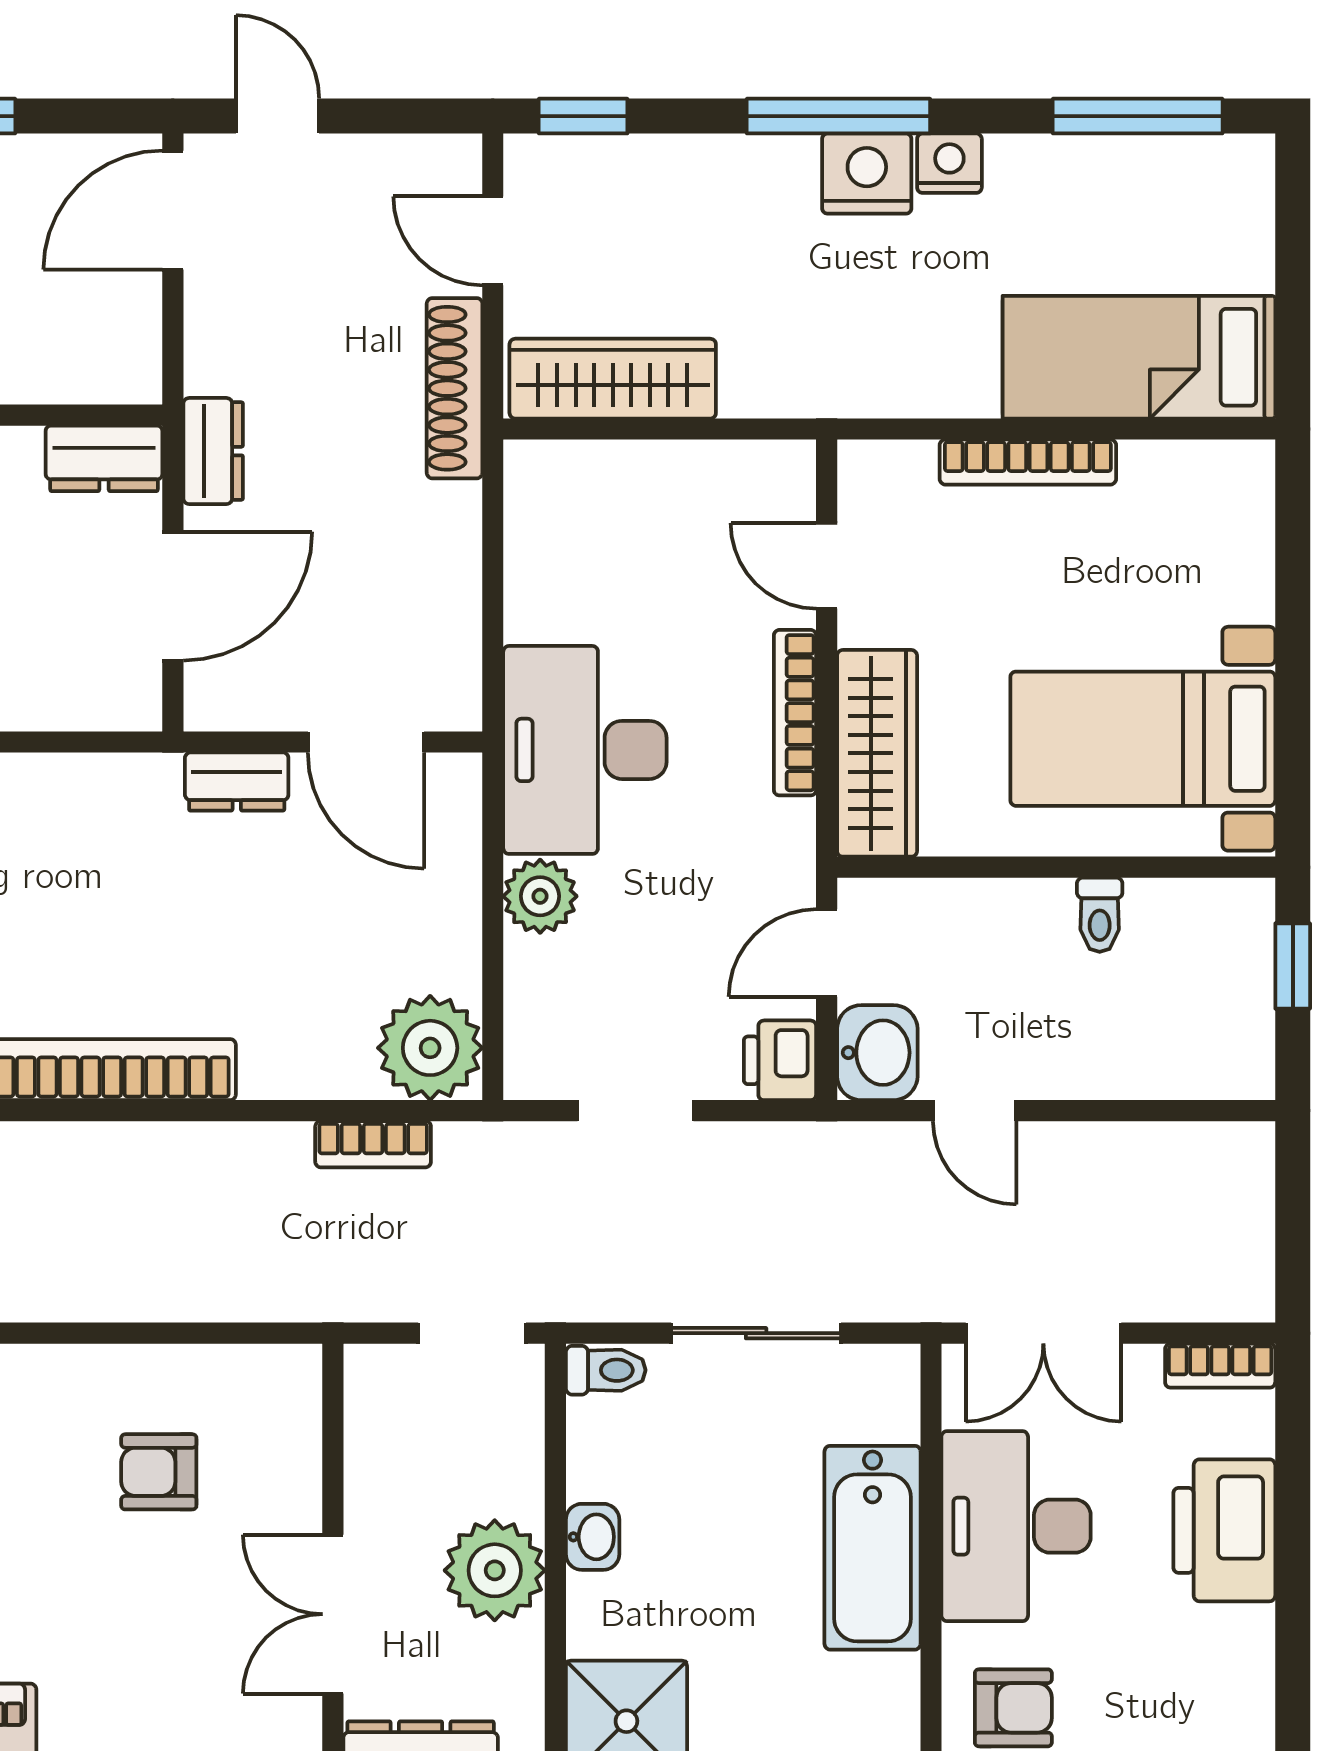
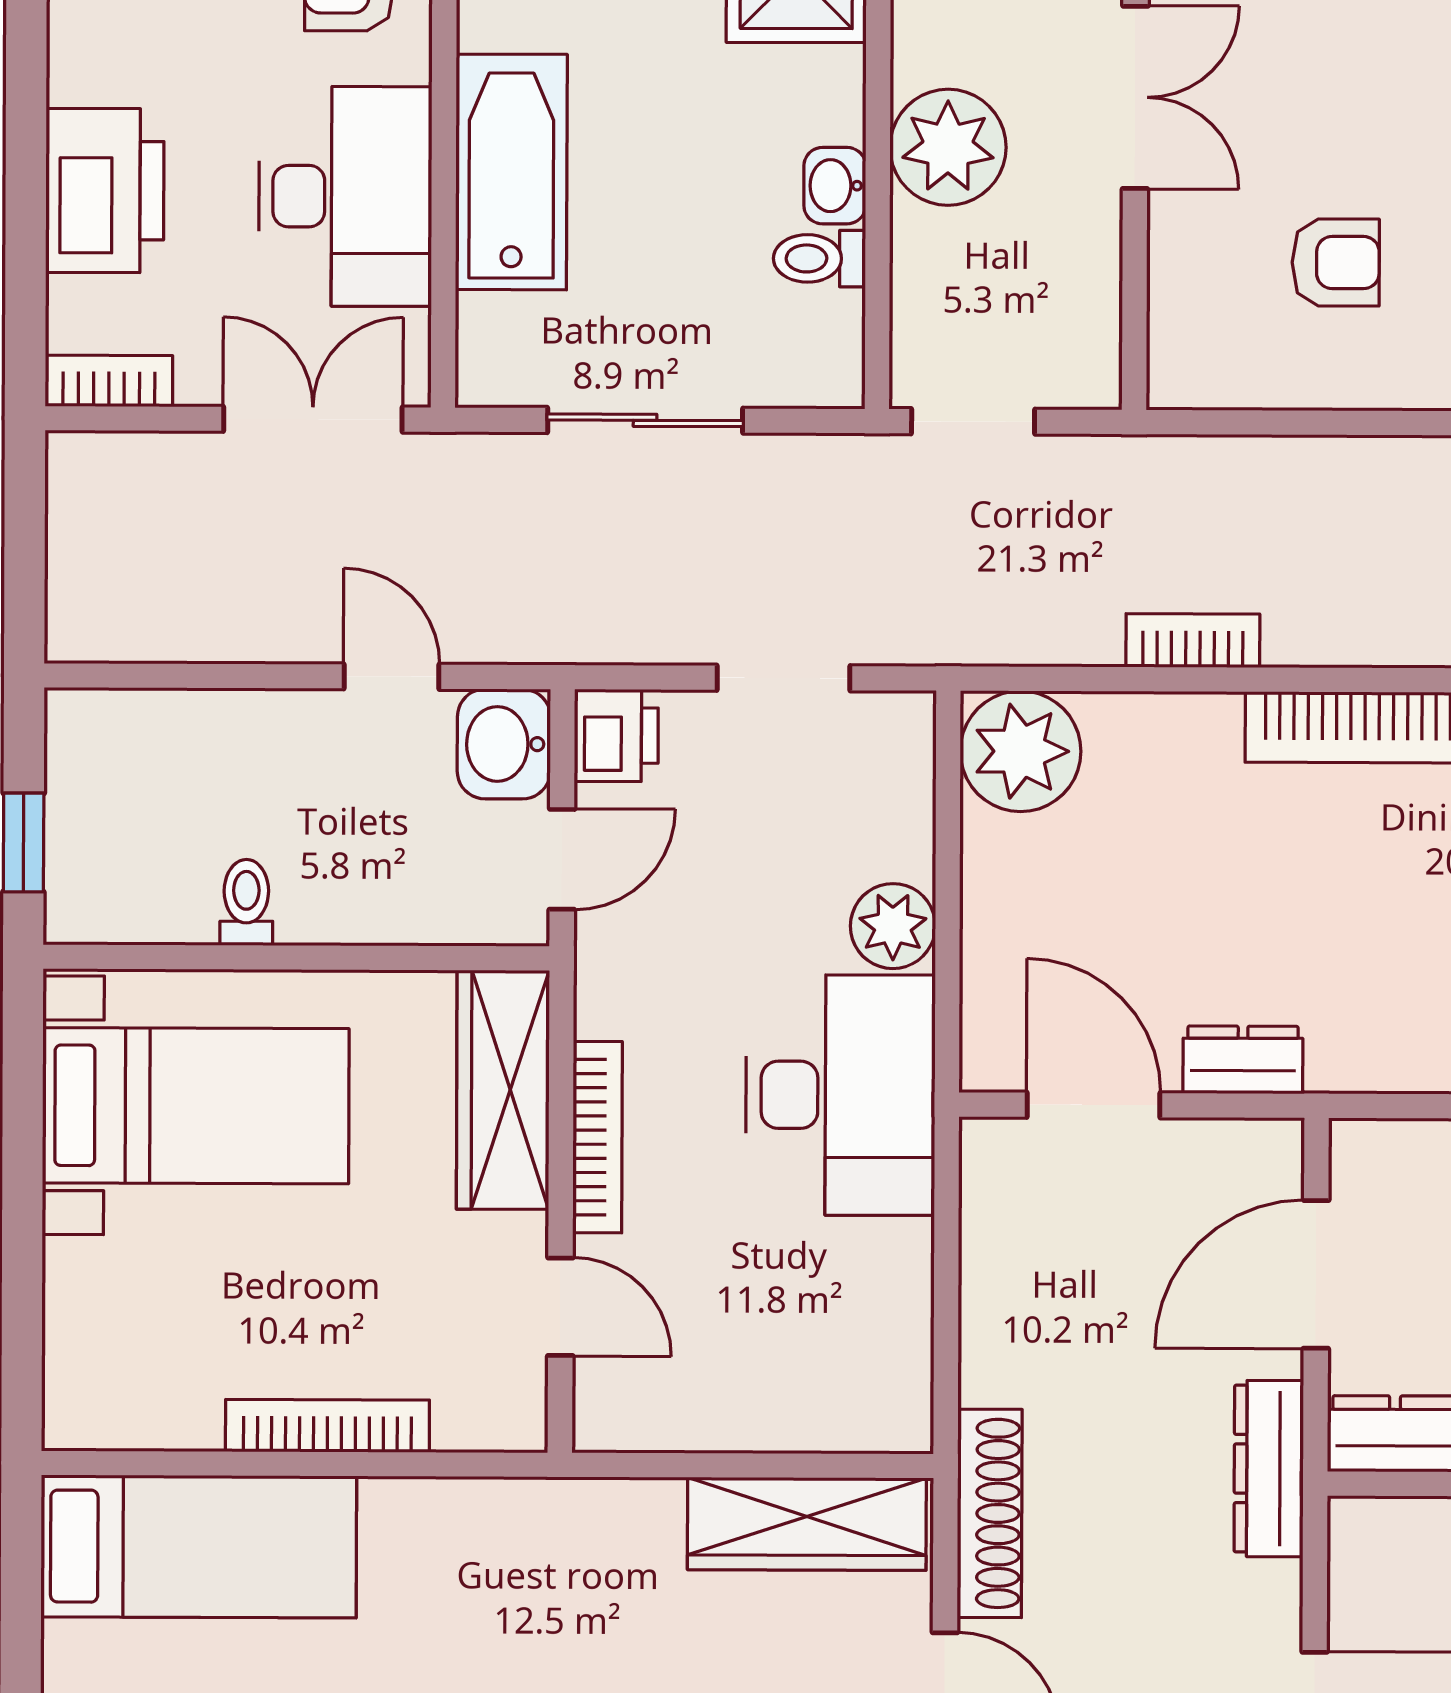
dresser: (213, 451) -> (1269, 1469), width x1.44
bookcase: (373, 1144) -> (1193, 641), moved
toilet: (606, 1370) -> (819, 258), moved

